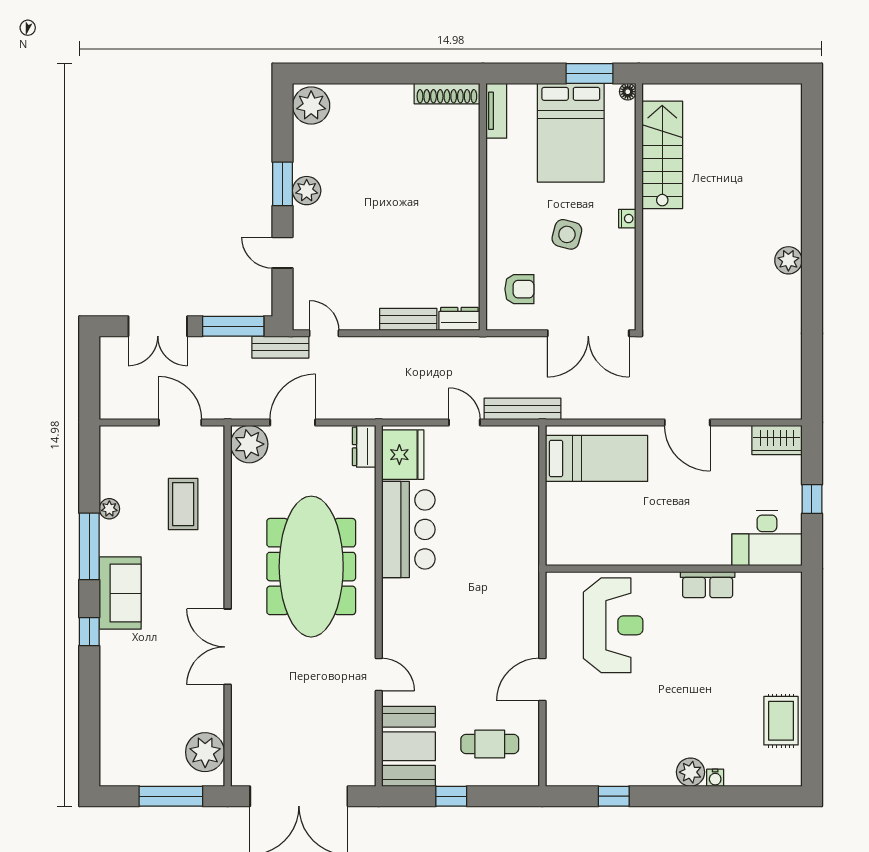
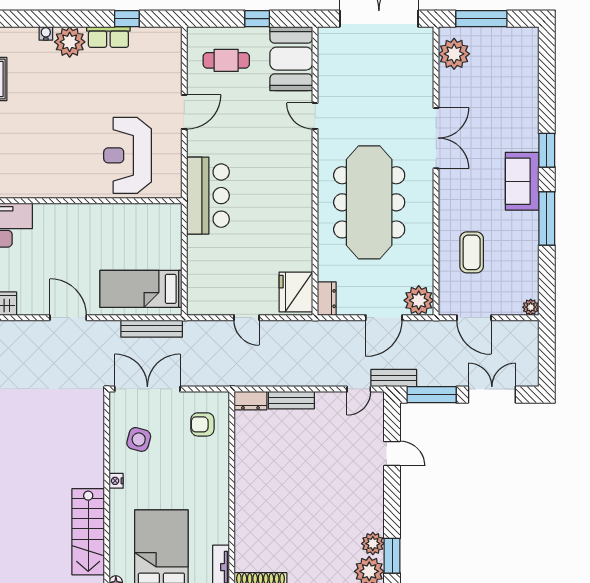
window: (283, 184) -> (392, 556), moved
plant: (307, 191) -> (373, 544), moved
side table: (567, 234) -> (139, 439), moved
door: (324, 333) -> (359, 389), hinge flipped
bench: (523, 409) -> (152, 329), moved
plant: (109, 509) -> (531, 307), moved
bar counter: (408, 529) -> (208, 196), moved, turned 180
row of seats: (708, 585) -> (108, 37), moved, turned 180
window: (89, 632) -> (547, 150), width x1.50
plant: (690, 772) -> (70, 42), width x1.36, depth x1.36

